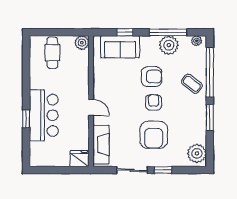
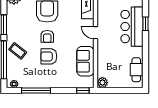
window: (125, 32) -> (83, 91), moved
plant: (169, 45) -> (35, 81), removed
sofa: (120, 47) -> (85, 61), moved, turned -90
cafe table: (52, 53) -> (136, 70), moved

